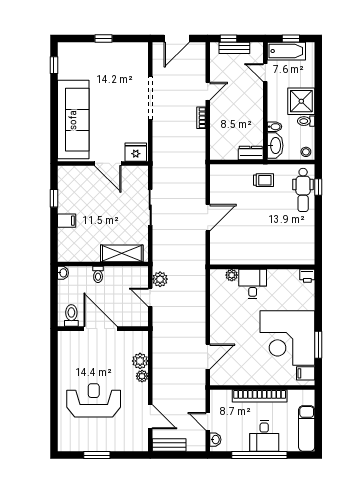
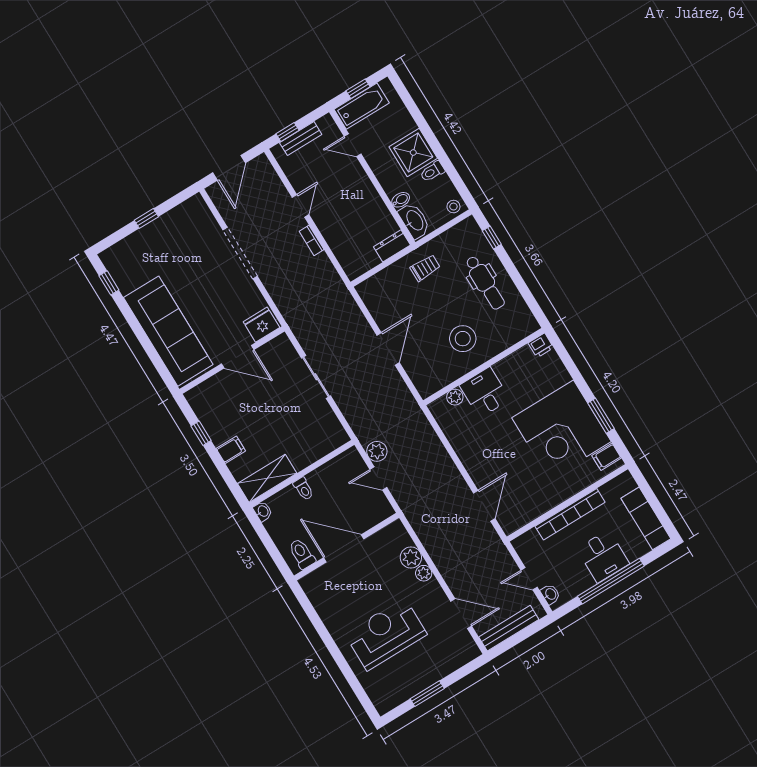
dental chair: (303, 190) -> (485, 283), moved
stool: (260, 241) -> (463, 339), added
shelving: (122, 253) -> (267, 478), moved
bench: (169, 445) -> (509, 628), width x1.36

